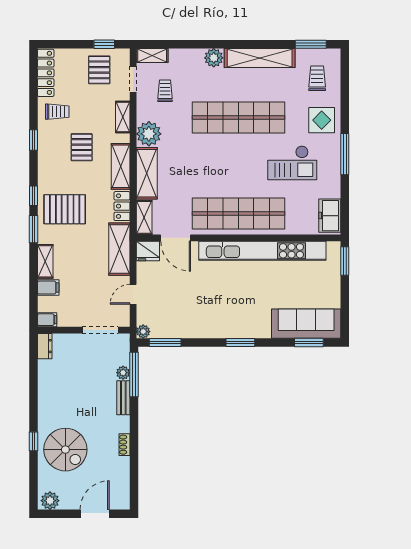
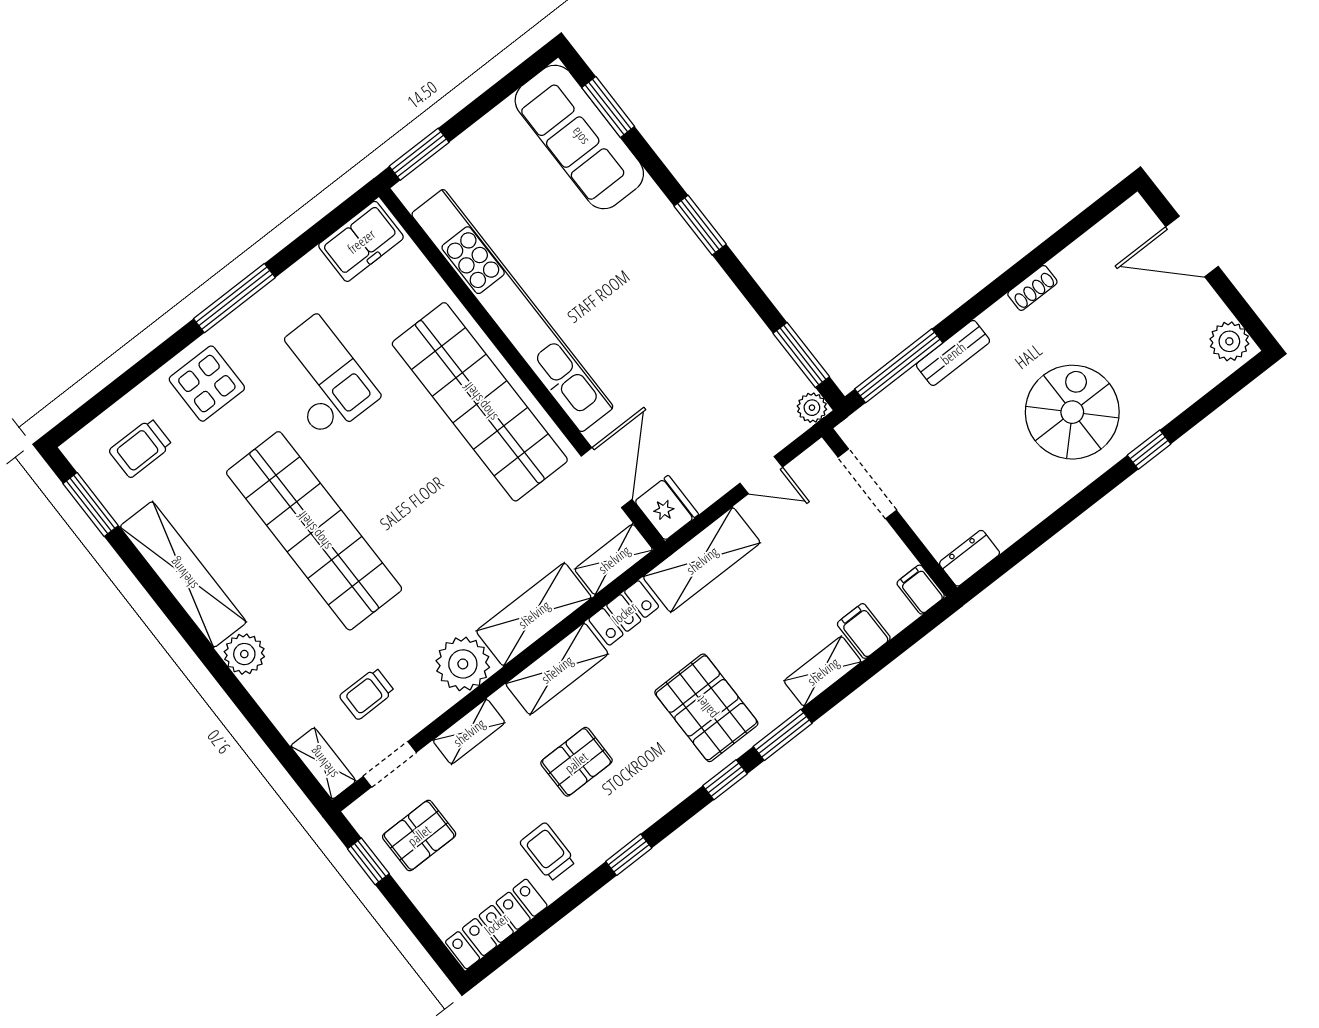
plant: (123, 373) -> (910, 387), removed
spiral stairs: (65, 450) -> (1072, 412), moved

